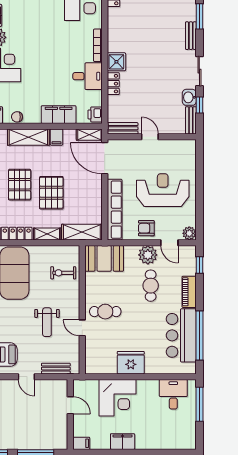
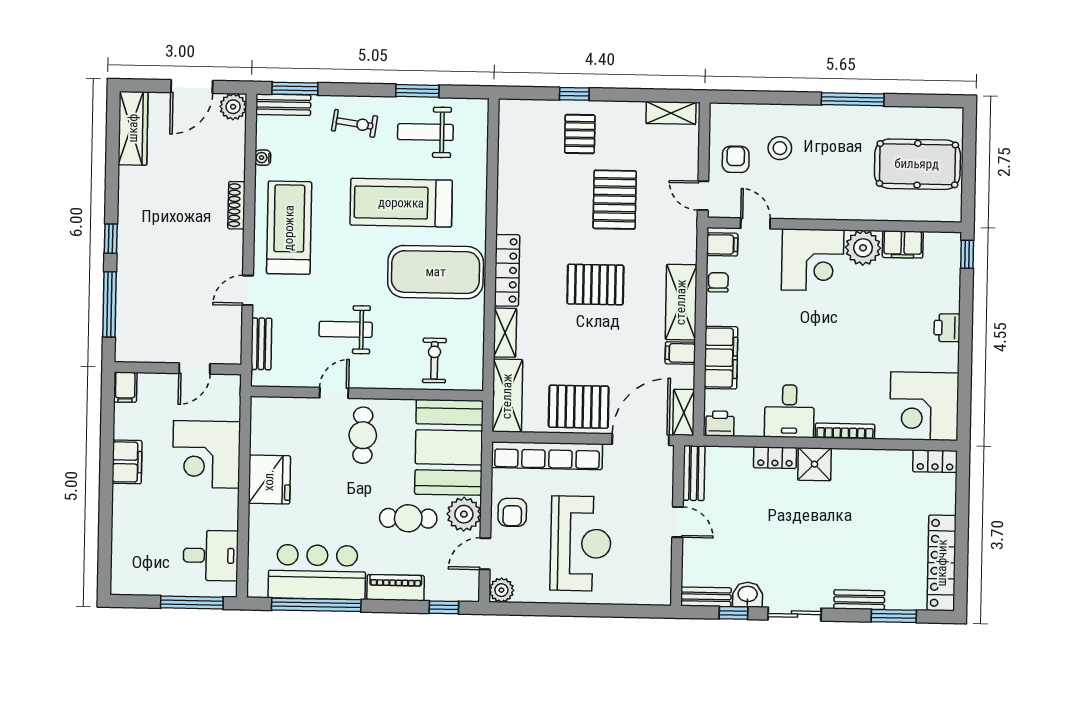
door: (150, 137) -> (678, 522), hinge flipped
pallet: (51, 193) -> (579, 407), moved
armchair: (146, 228) -> (512, 512), turned 180
booth: (104, 258) -> (449, 447), width x1.36, depth x1.42

